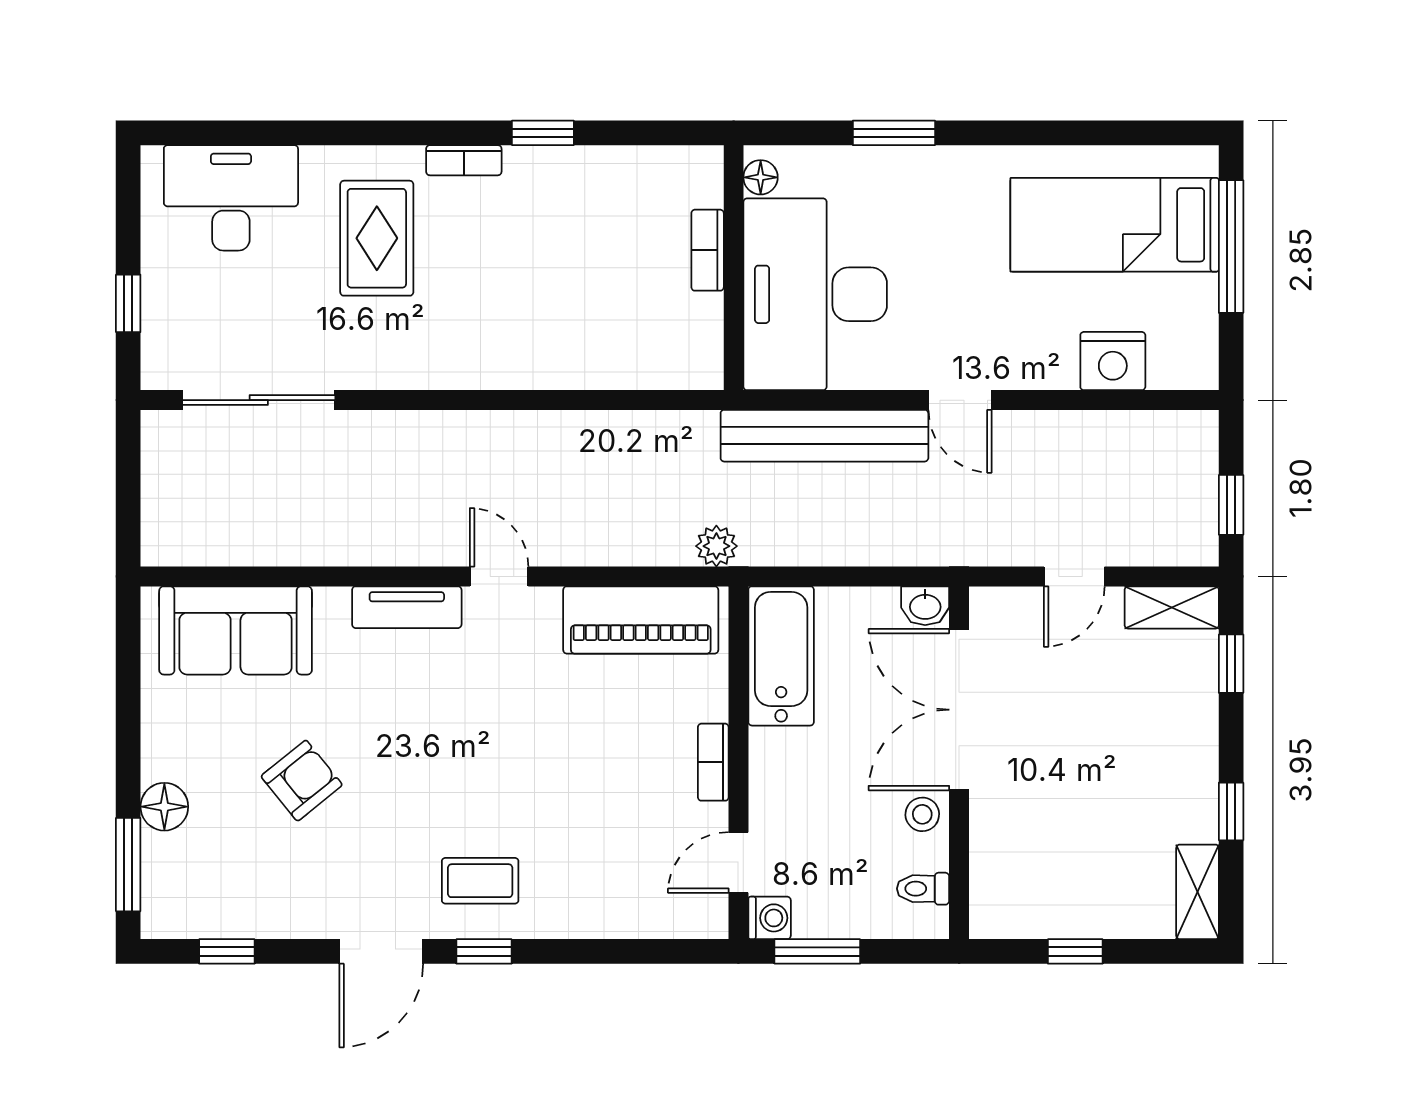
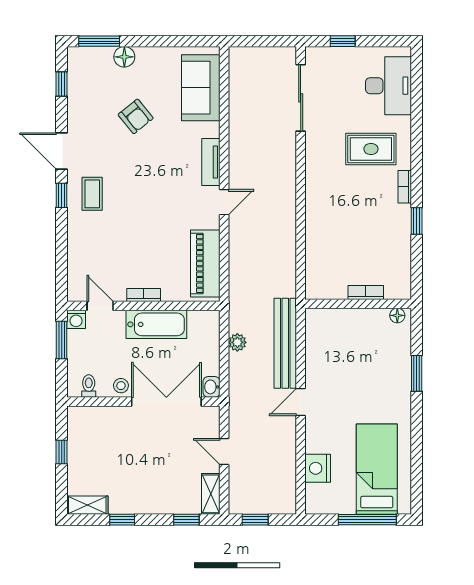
desk: (815, 294) -> (347, 339), removed
plant: (716, 546) -> (237, 342), moved
bathtub: (781, 656) -> (156, 324), moved

